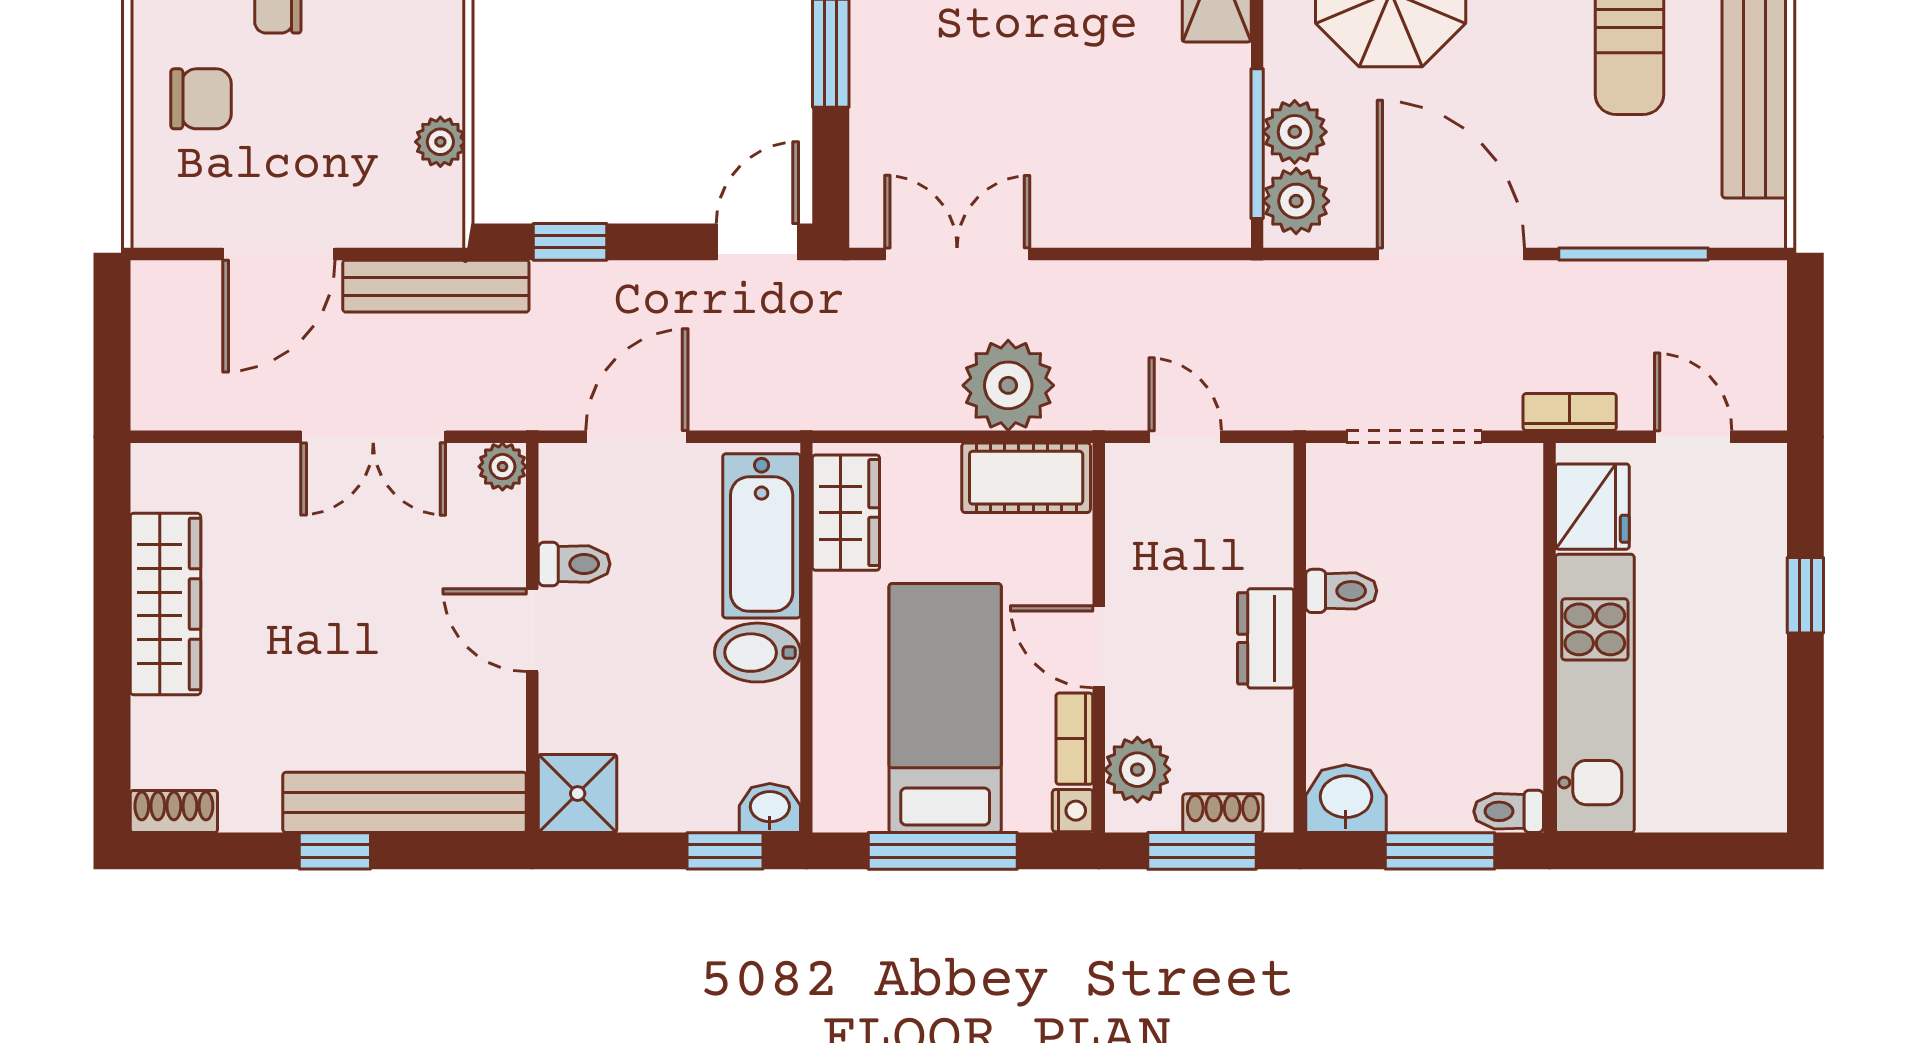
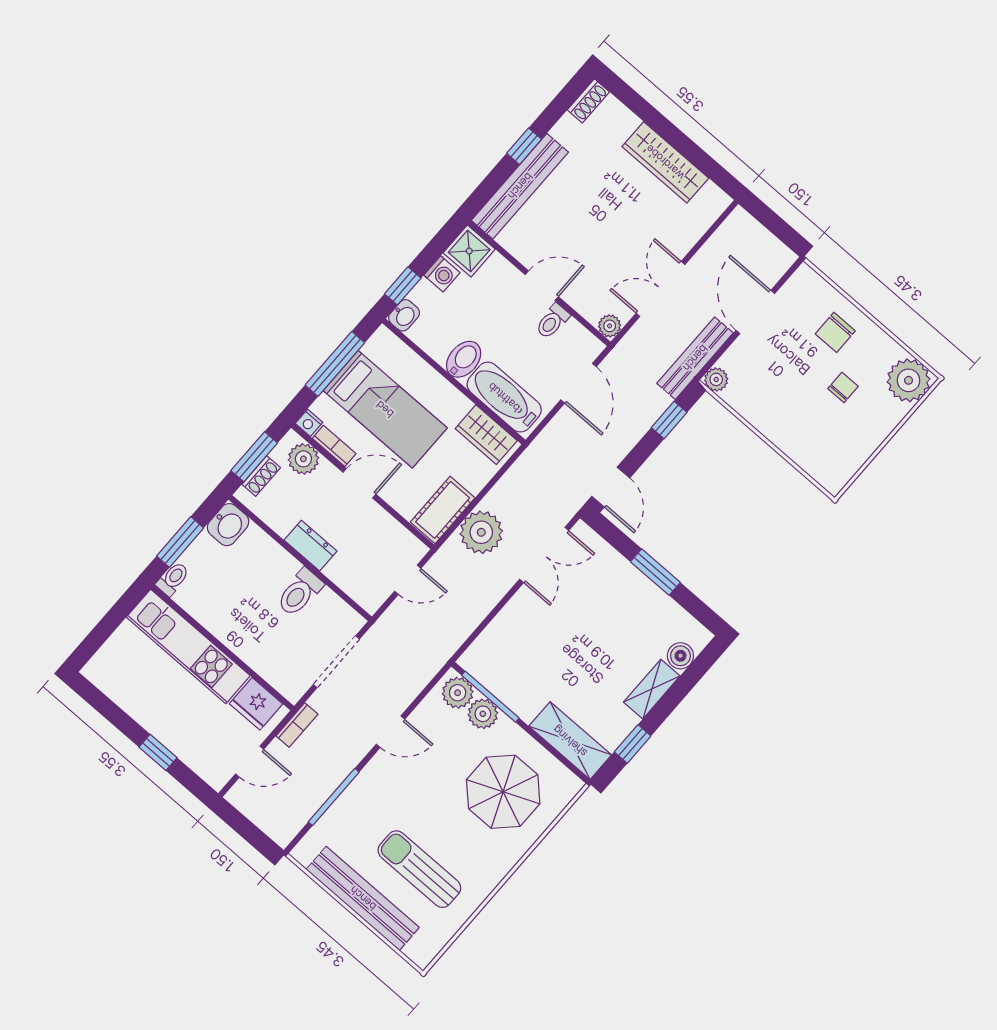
plant: (440, 142) -> (716, 379), moved
door: (1451, 254) -> (390, 732), width x0.53
toilet: (1341, 591) -> (300, 592), width x1.37, depth x1.39
washing machine: (652, 805) -> (442, 274), added

